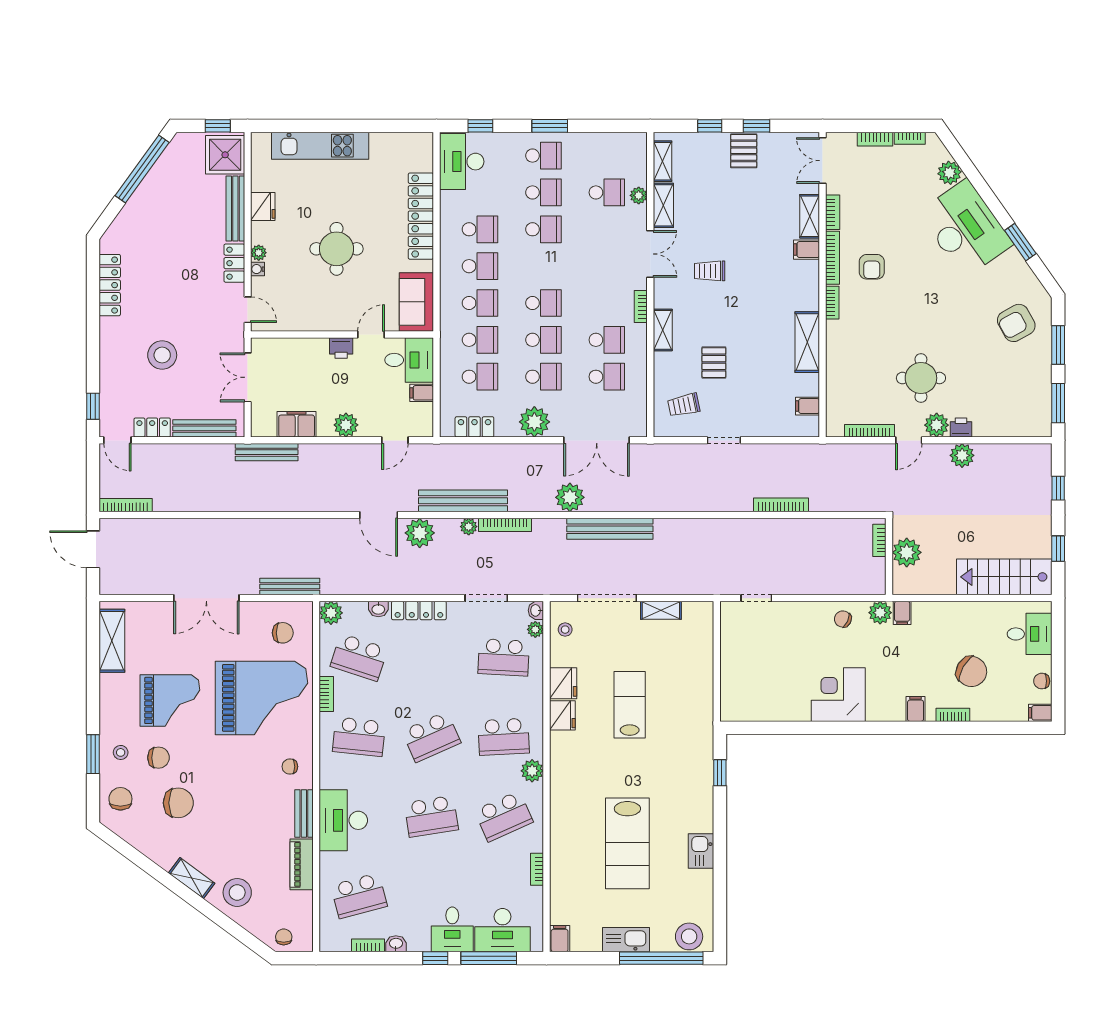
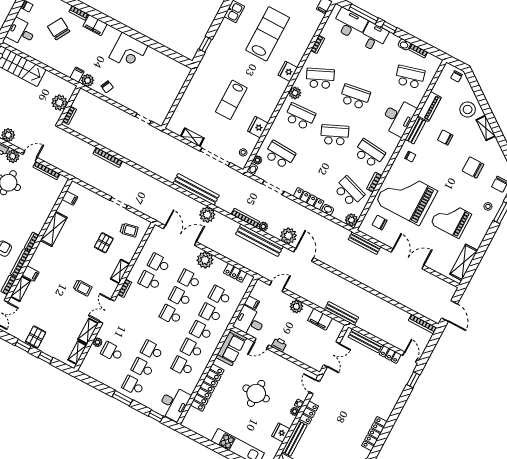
stool: (162, 355) -> (367, 387), removed
filing cabinet: (916, 709) -> (95, 25), width x2.00
fridge: (562, 715) -> (288, 71), moved
chair: (158, 758) -> (445, 138), moved

